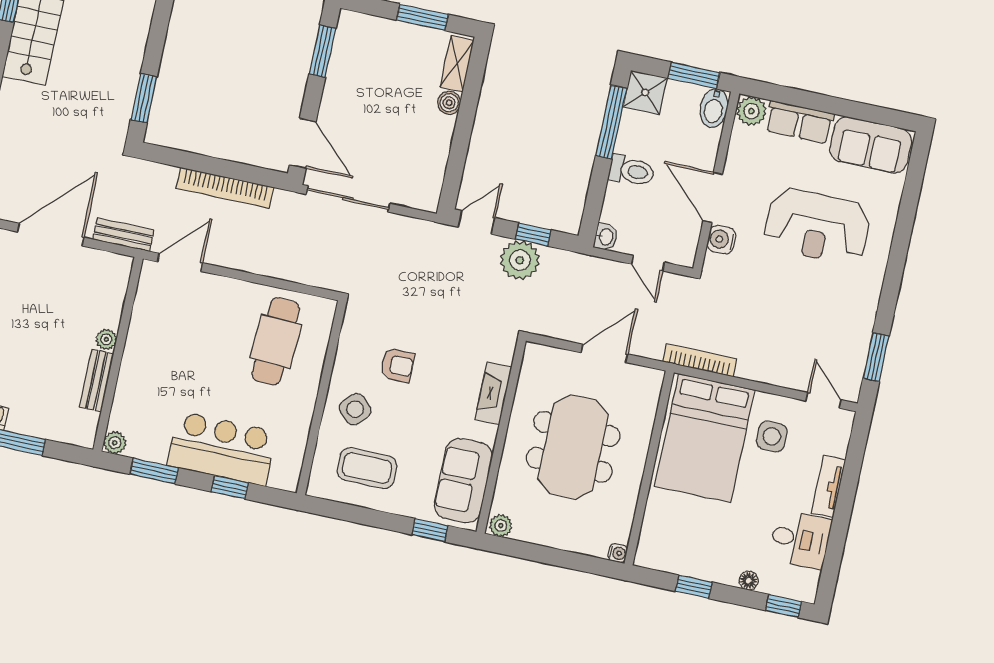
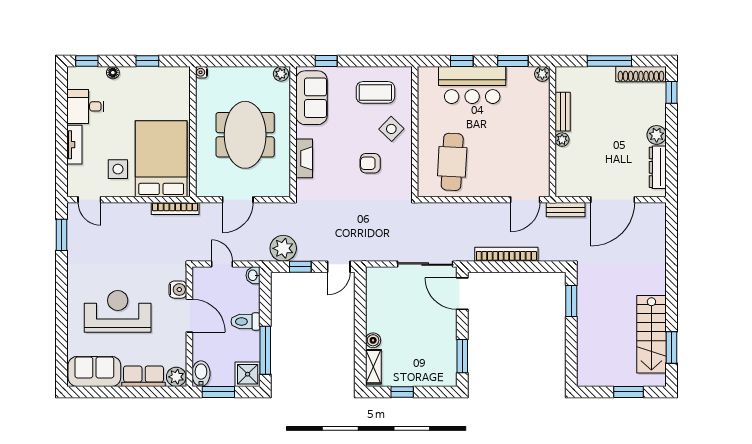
window: (422, 17) -> (402, 392), width x0.67
plant: (520, 260) -> (283, 248), moved

